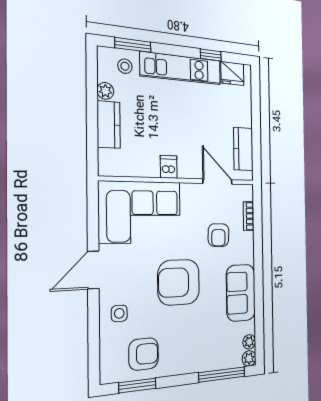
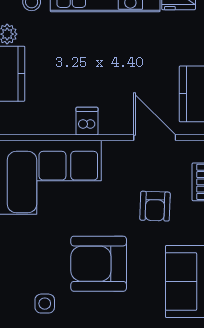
side table: (119, 313) -> (45, 304), moved

